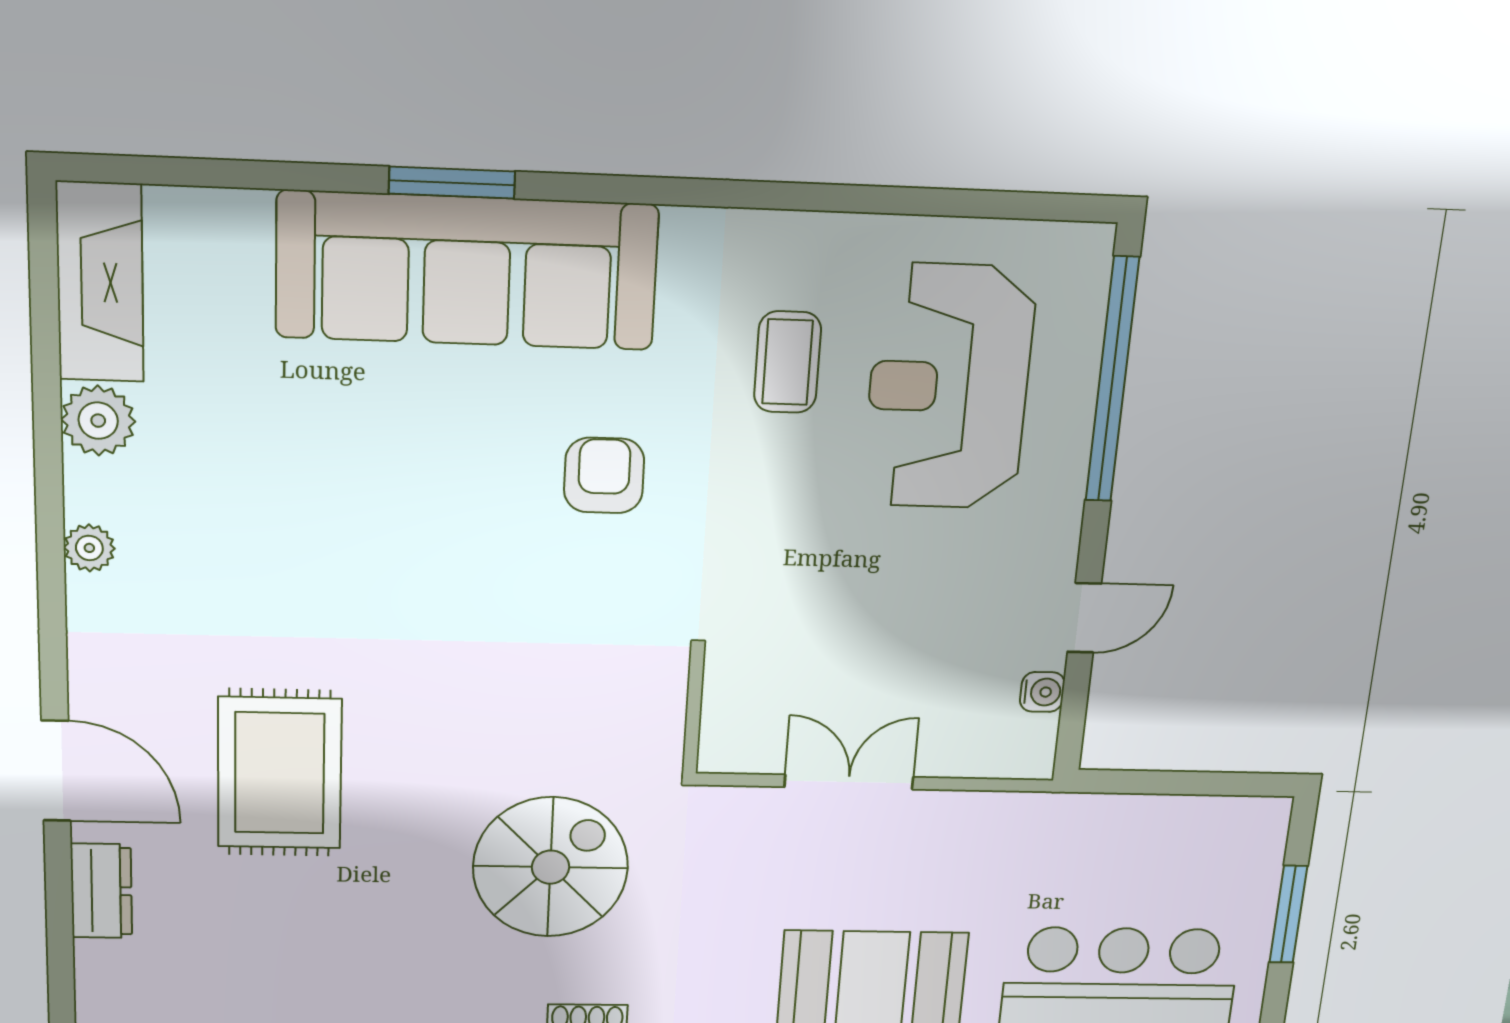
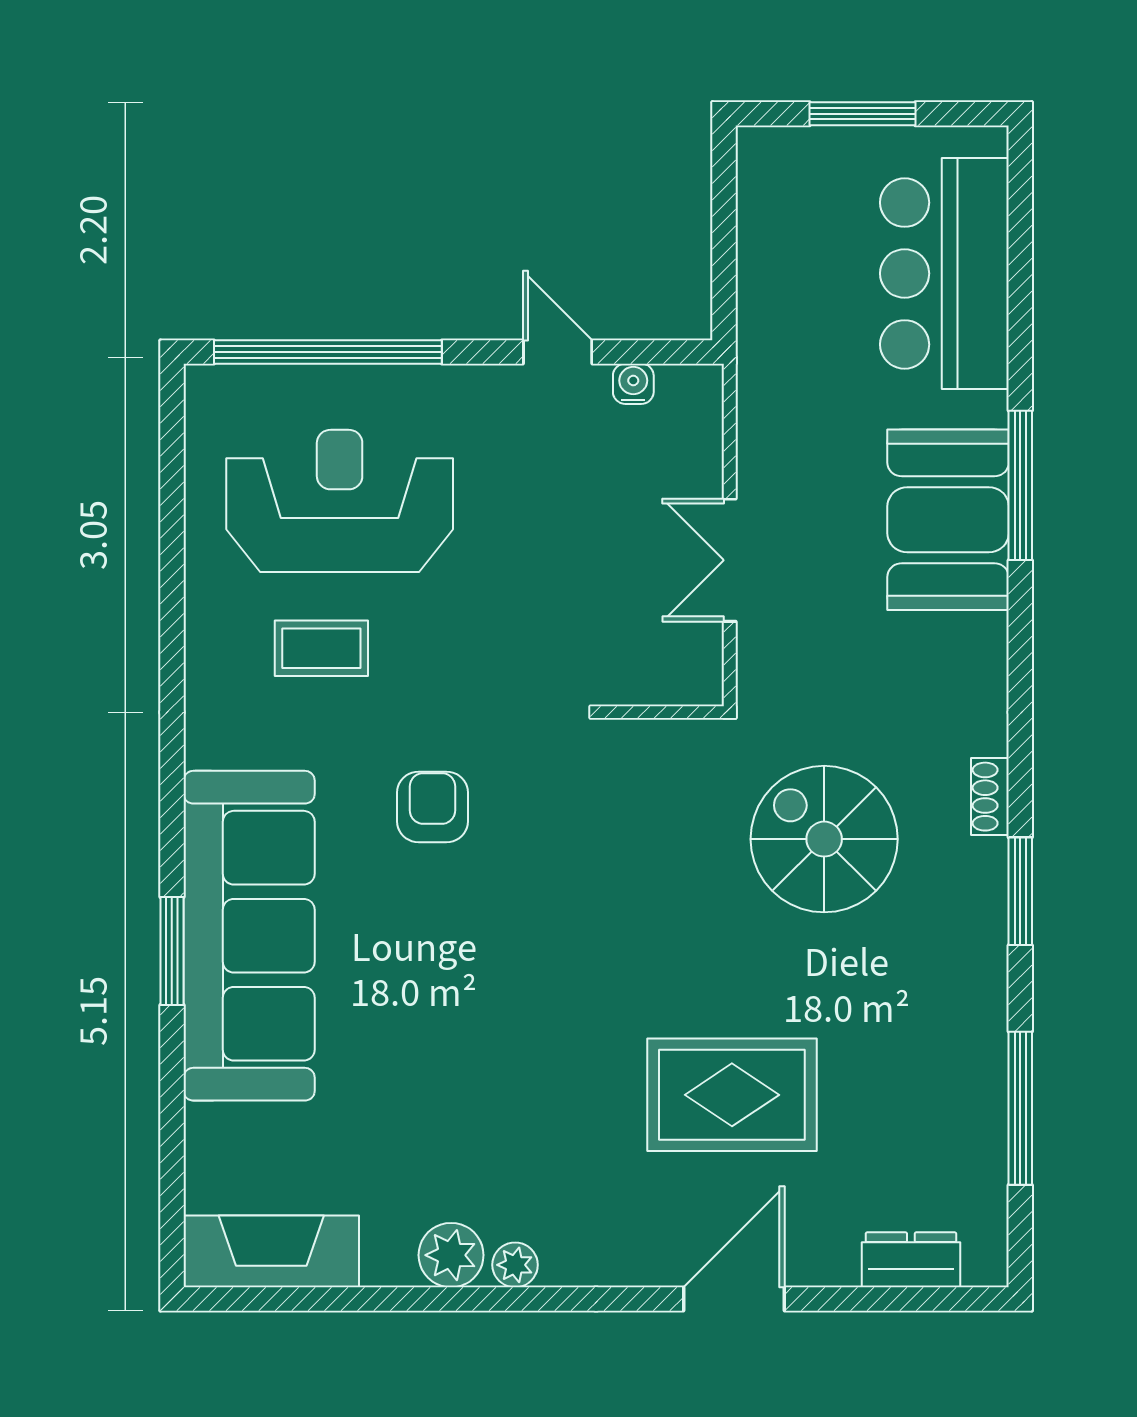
reception desk: (948, 387) -> (340, 501), turned 180
plant: (98, 421) -> (451, 1255), moved
armchair: (604, 475) -> (433, 807), turned 90
dresser: (101, 891) -> (911, 1260), moved

